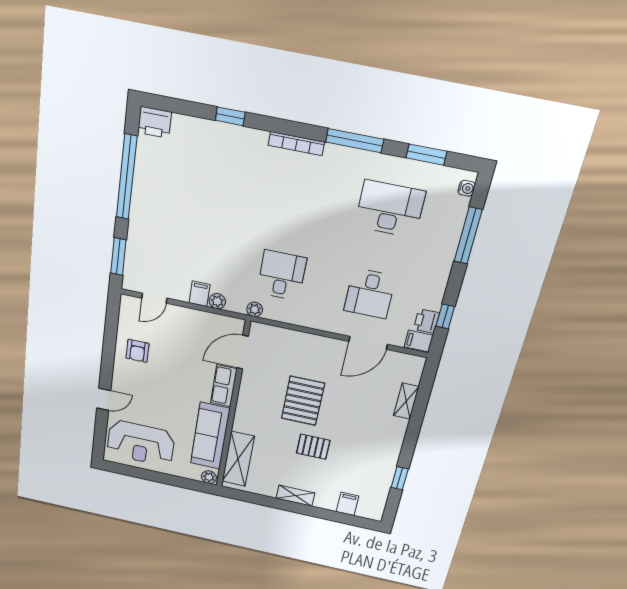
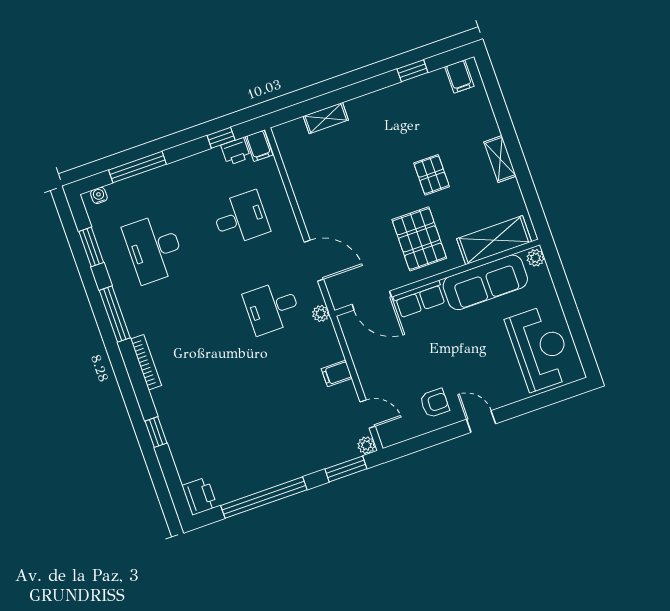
plant: (217, 301) -> (366, 445), moved
door: (368, 343) -> (314, 261), moved
door: (104, 399) -> (481, 422), moved
pallet: (303, 401) -> (419, 239), moved, turned 90
filing cabinet: (348, 504) -> (459, 76), moved, turned -90

